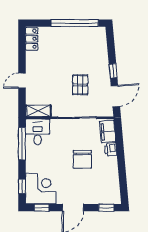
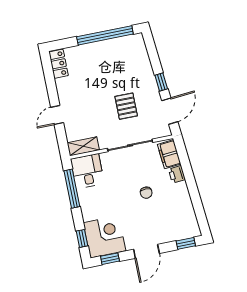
chair: (82, 159) -> (146, 193), width x0.54, depth x0.54

